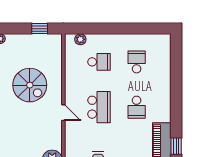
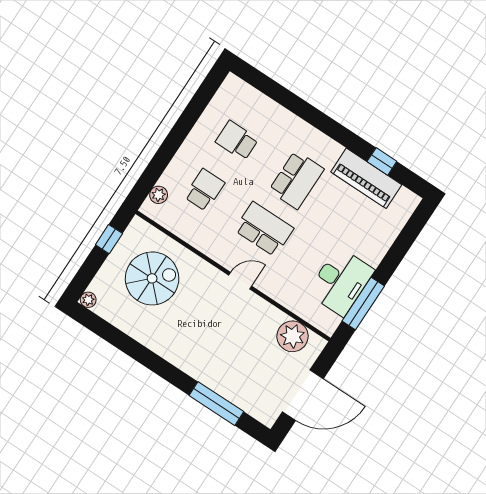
spiral stairs: (30, 85) -> (152, 278), moved
school desk: (137, 107) -> (296, 180), width x1.85

